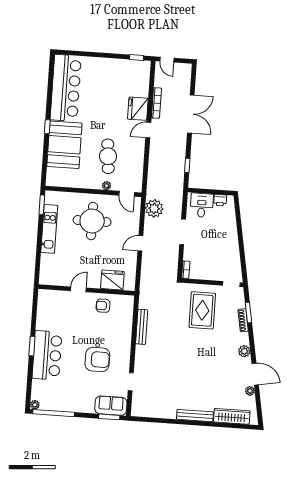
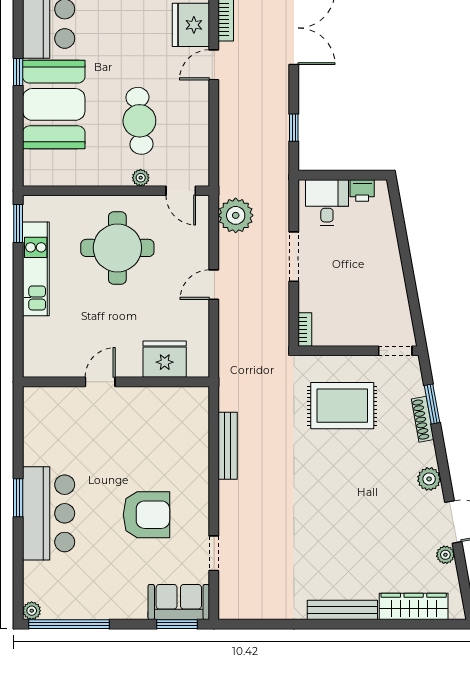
armchair: (103, 306) -> (150, 410), removed
rug: (202, 310) -> (342, 406), turned 90

